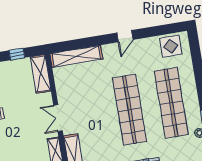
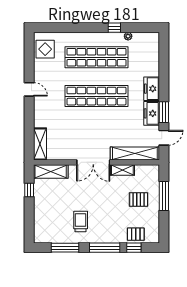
shelving: (76, 56) -> (40, 144), width x0.68
double door: (58, 118) -> (93, 162), width x1.37

